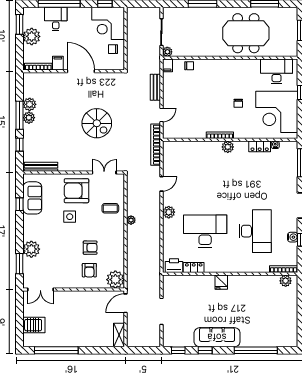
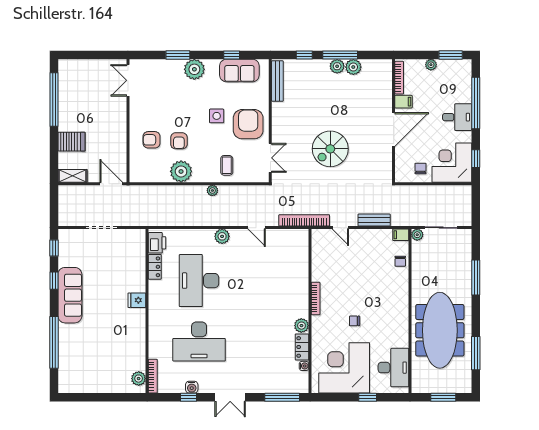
desk: (56, 19) -> (457, 117), moved
meeting table: (246, 33) -> (440, 330), width x1.36
plant: (32, 36) -> (431, 65), width x0.53, depth x0.53
plant: (228, 147) -> (301, 326), moved
desk: (205, 231) -> (199, 281), turned 180
plant: (31, 249) -> (194, 69), moved
window: (20, 264) -> (178, 55), moved
plant: (115, 280) -> (181, 171), moved
server rack: (34, 325) -> (71, 142), moved, turned -90

